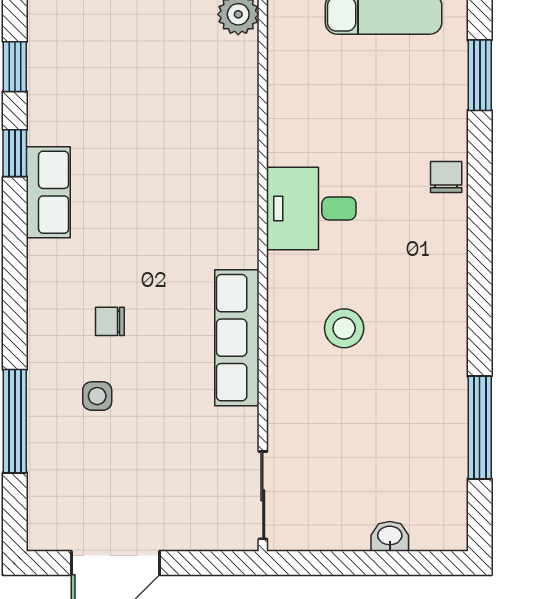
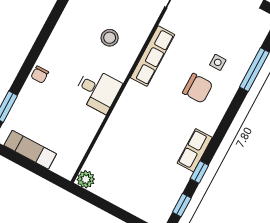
chair: (110, 321) -> (198, 88), width x1.87, depth x1.87

